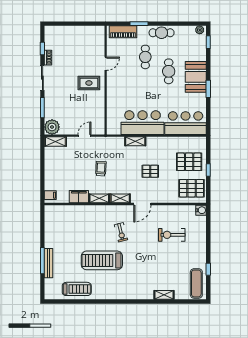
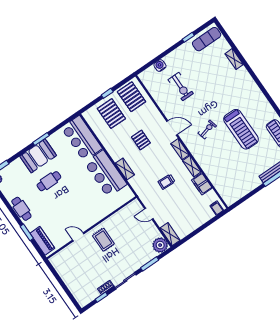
cafe table: (145, 57) -> (50, 208), removed
water cooler: (201, 210) -> (160, 66), moved

